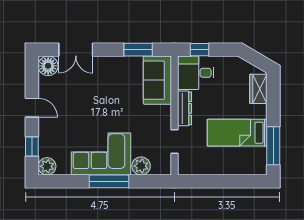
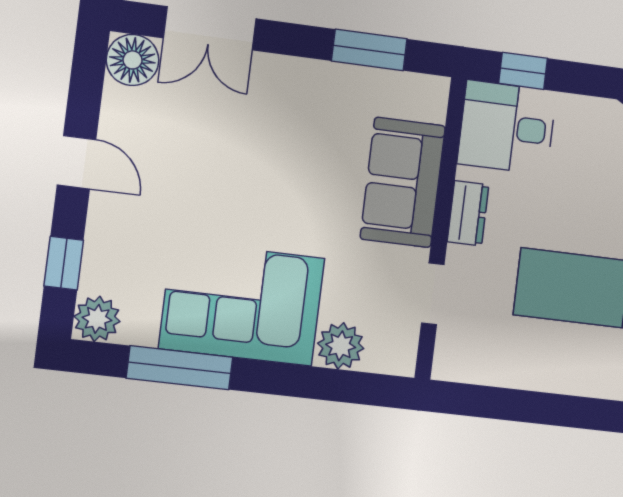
sofa: (157, 80) -> (403, 182), moved
dresser: (185, 108) -> (468, 213), width x0.70
window: (109, 181) -> (180, 368), moved

